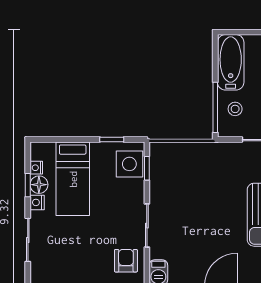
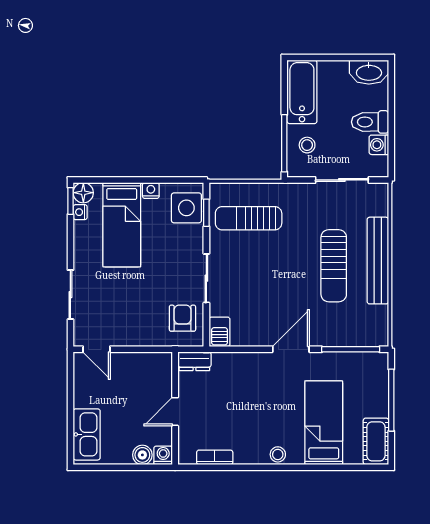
window: (112, 140) -> (166, 180), removed
sun lounger: (184, 173) -> (249, 218), added
window: (28, 185) -> (70, 201), moved
floor lamp: (39, 185) -> (83, 193), moved
nightstand: (37, 202) -> (151, 191), moved, turned 90

